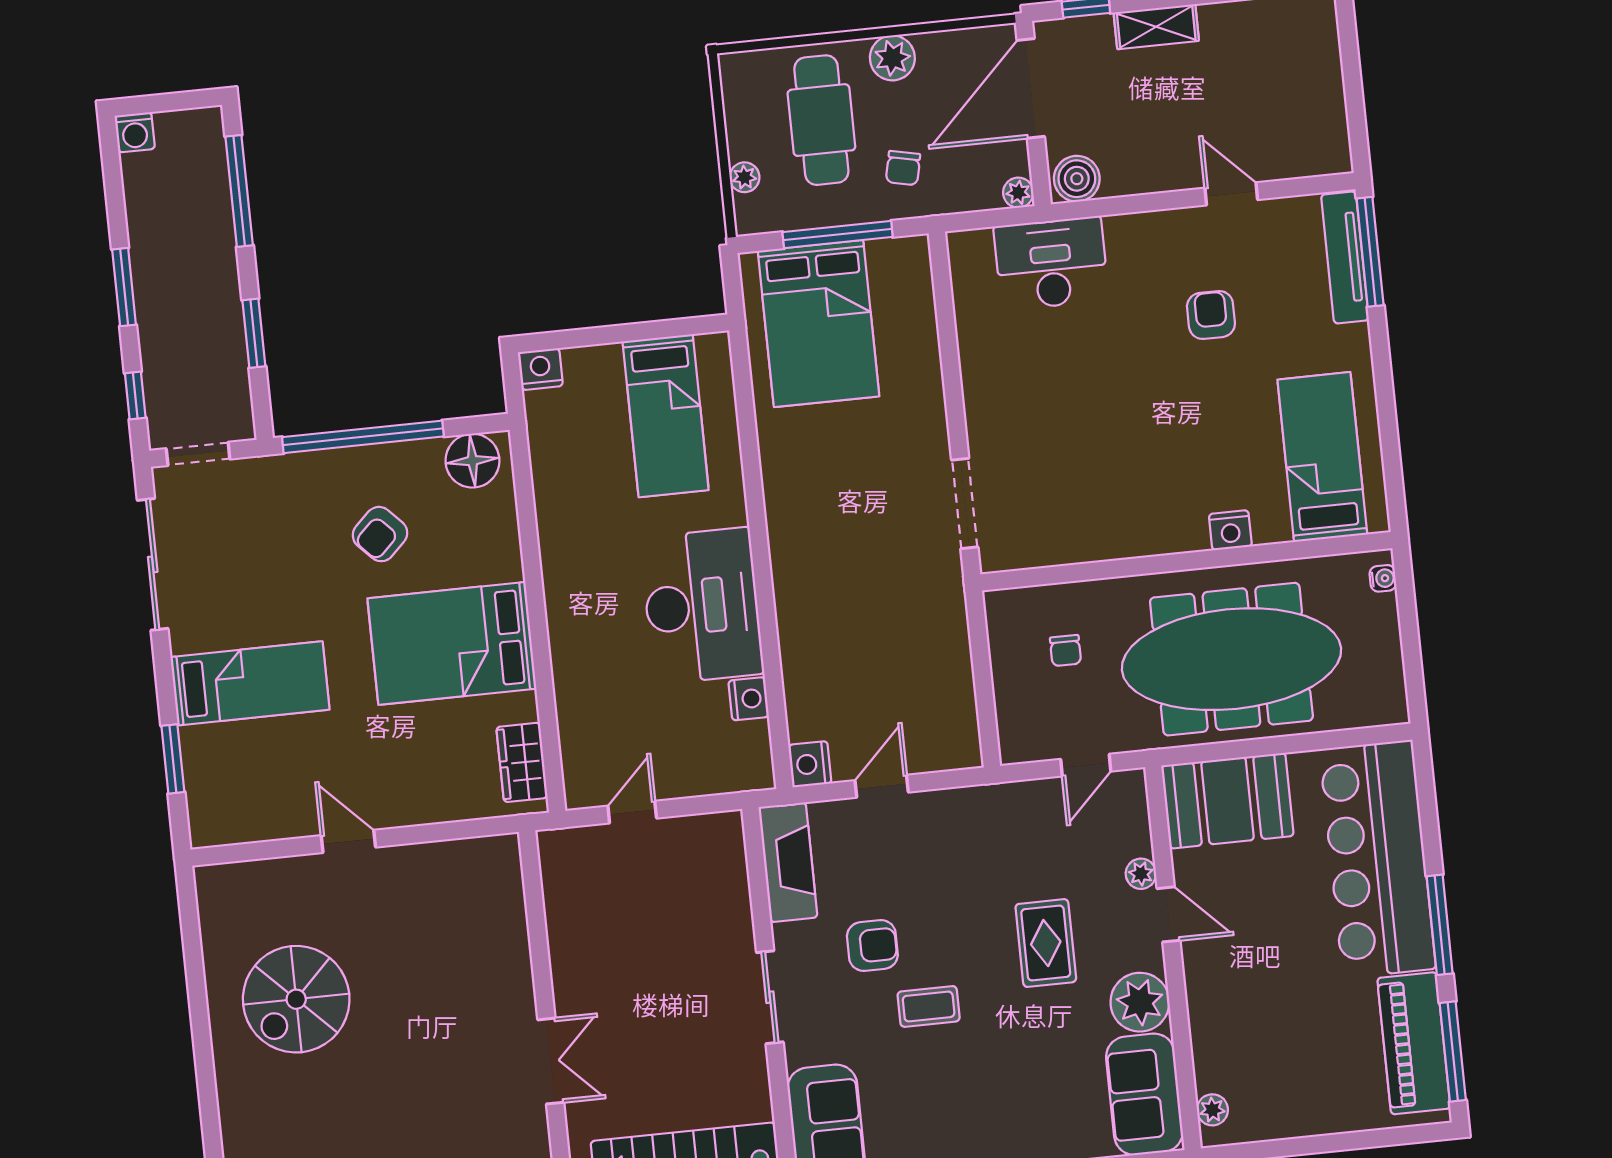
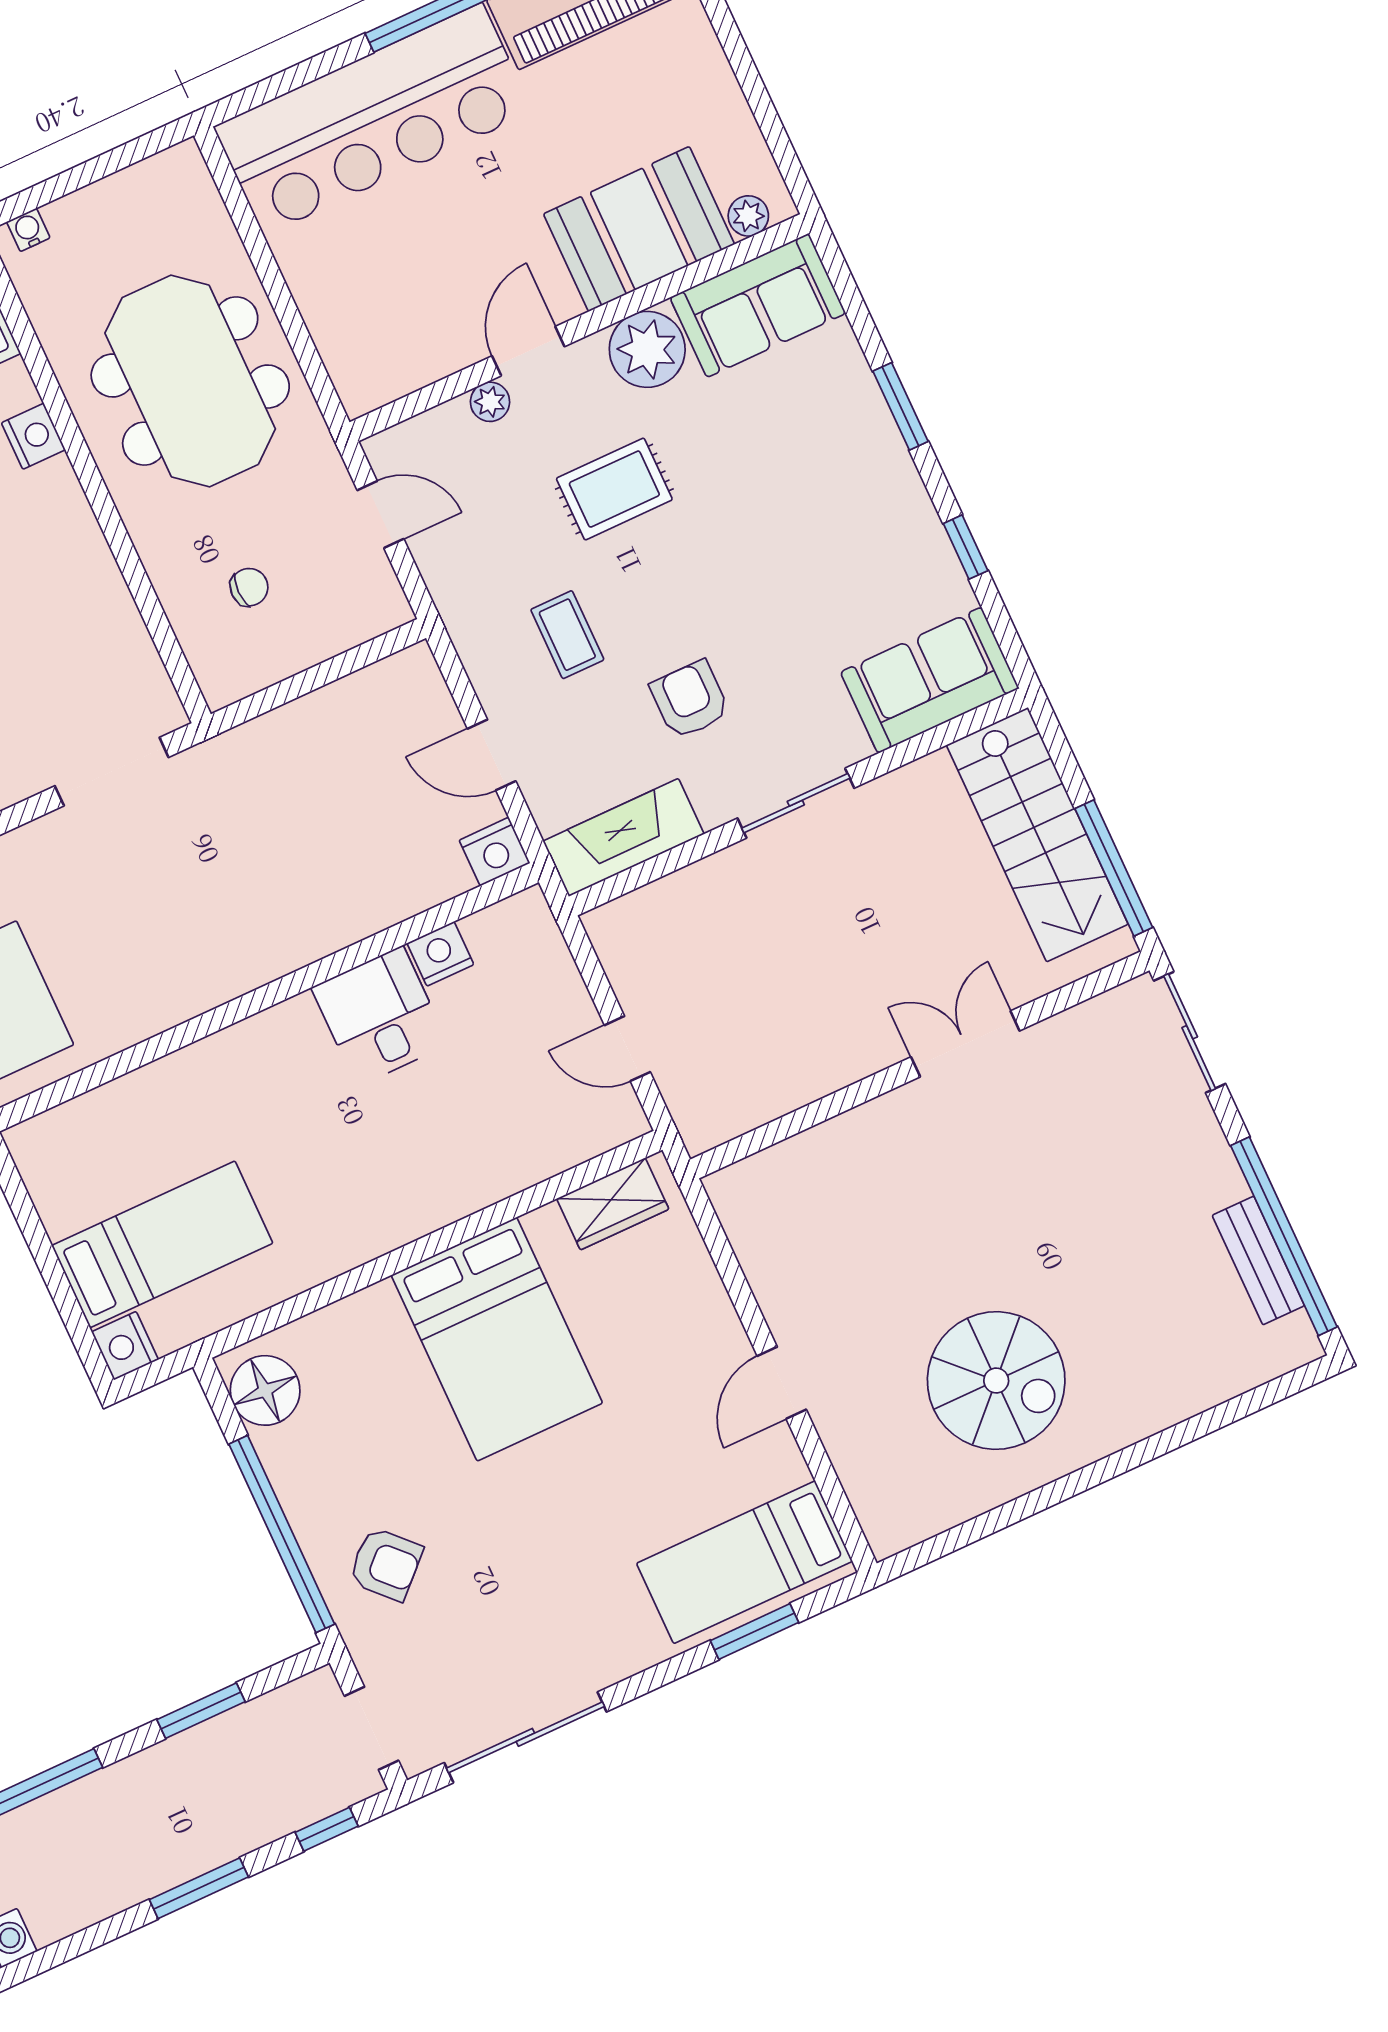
bed: (666, 416) -> (162, 1244), moved
armchair: (380, 534) -> (386, 1564), moved
desk: (702, 606) -> (380, 1016), width x0.53, depth x0.77
meeting table: (1231, 659) -> (190, 381), width x0.73
bed: (250, 683) -> (745, 1562), moved, turned -90
booth: (1228, 801) -> (639, 229), moved, turned 90
coffee table: (929, 1006) -> (567, 635), moved

